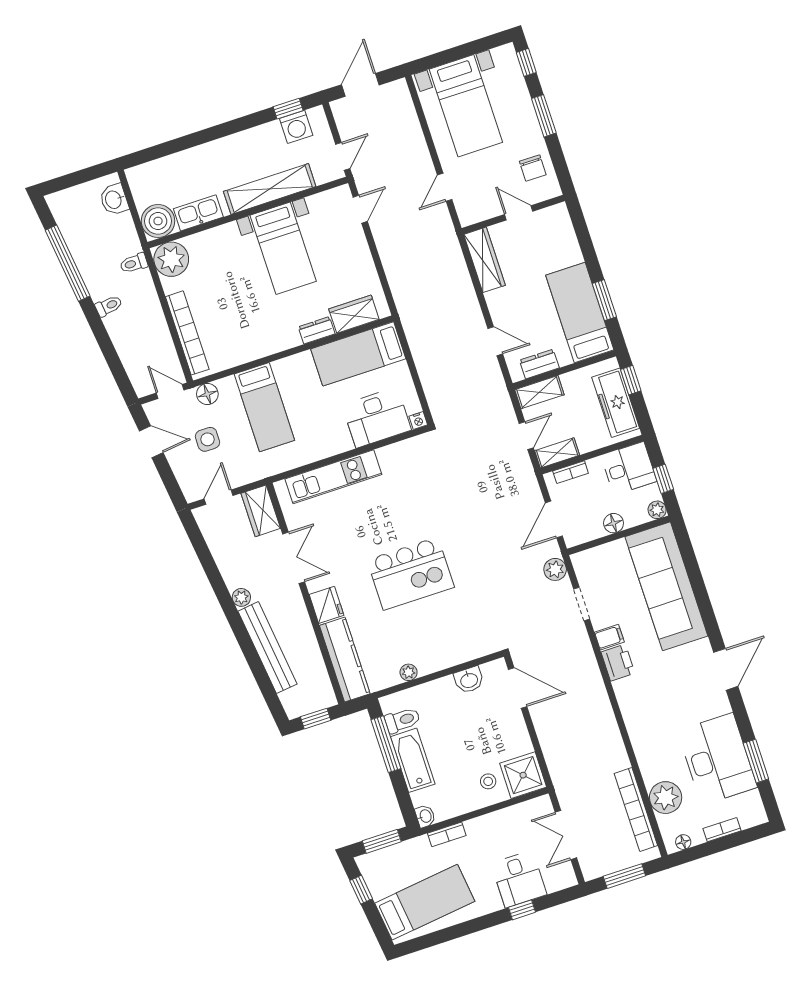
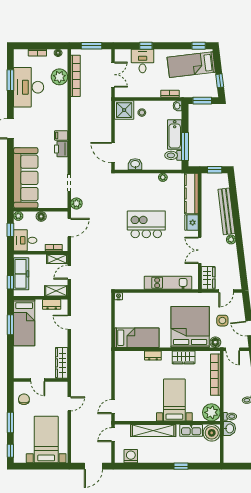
window: (288, 109) -> (181, 466), moved
washbasin: (114, 200) -> (229, 428), moved
bed with nightstands: (283, 248) -> (174, 400), moved
wardrobe: (354, 314) -> (184, 357), moved
bed: (264, 407) -> (190, 327), width x2.04
desk: (377, 418) -> (138, 304), removed
filing cabinet: (609, 637) -> (61, 135), moved
window: (422, 943) -> (199, 46), added

